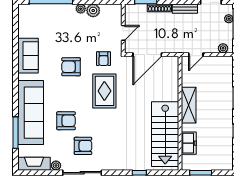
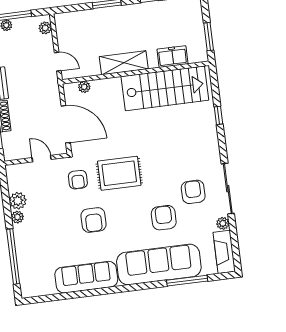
sofa: (28, 56) -> (86, 277), width x1.36
armchair: (104, 59) -> (78, 180), turned 90
plant: (174, 73) -> (84, 87), added

